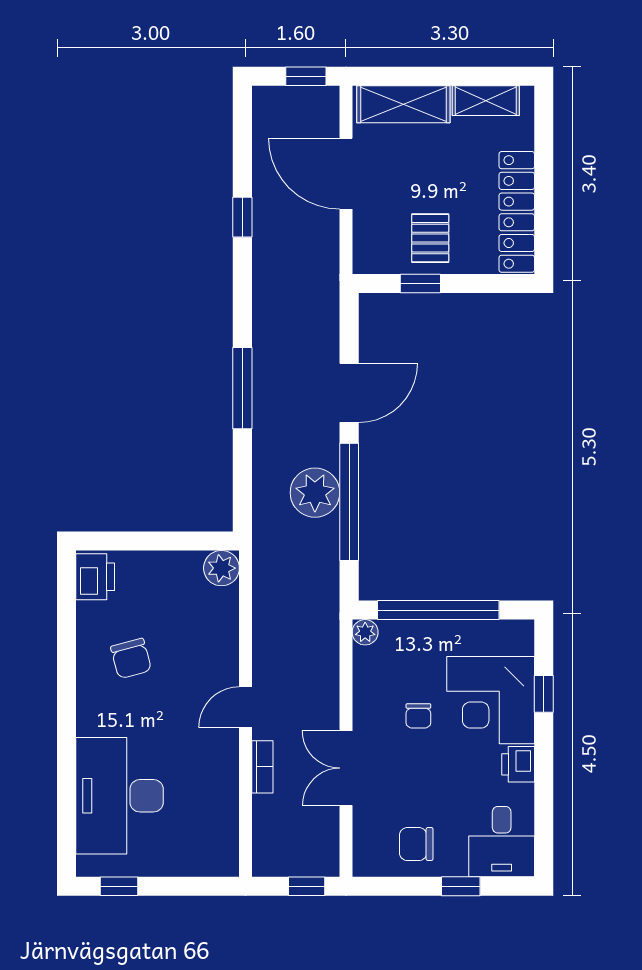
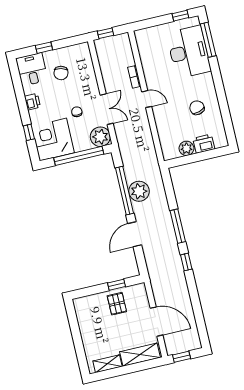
locker: (517, 212) -> (85, 322), removed
window: (242, 217) -> (186, 262), moved
plant: (221, 568) -> (186, 148), moved
printer: (95, 577) -> (204, 144), moved, turned 90
plant: (365, 632) -> (100, 137), width x1.88, depth x1.88
corner desk: (491, 700) -> (53, 140), moved, turned -90
door: (246, 707) -> (147, 99), hinge flipped
double door: (346, 768) -> (107, 109), moved
window: (67, 814) -> (208, 40), added
chair: (416, 844) -> (61, 73), moved, turned 104

